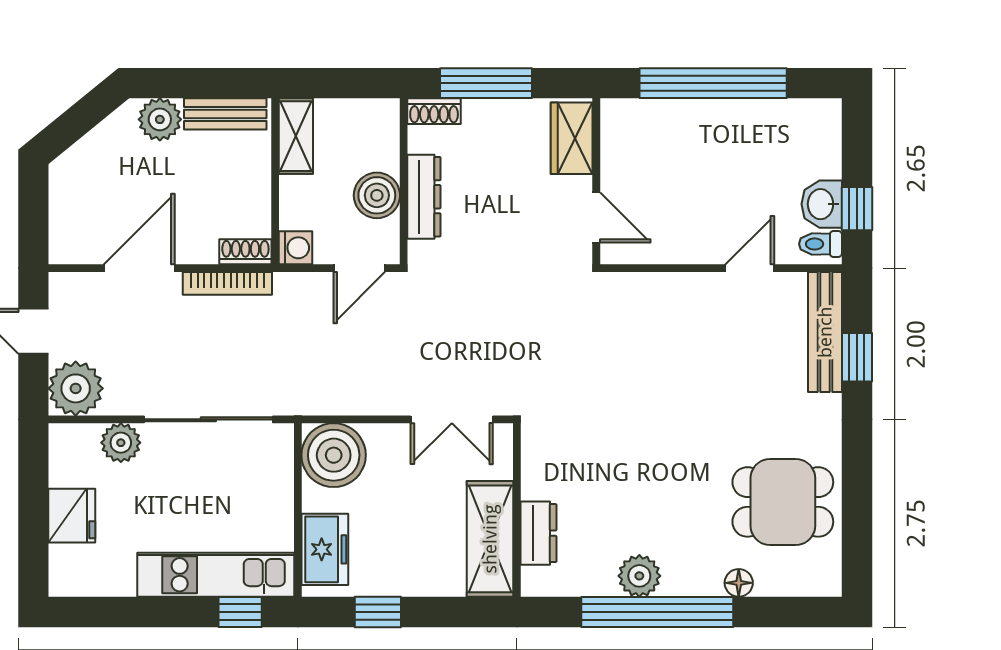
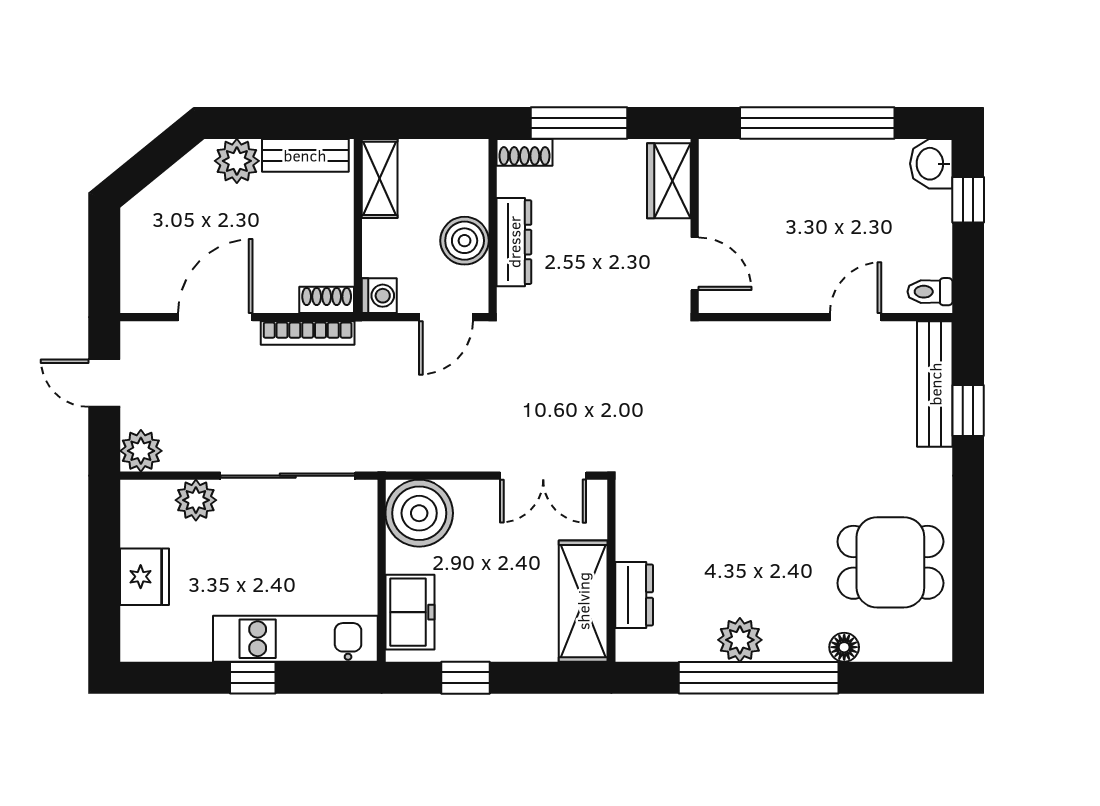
washbasin: (822, 204) -> (931, 164), moved
window: (857, 209) -> (968, 200), moved
plant: (76, 388) -> (141, 451), width x0.73, depth x0.73
window: (240, 612) -> (253, 678), moved

